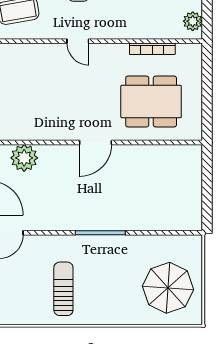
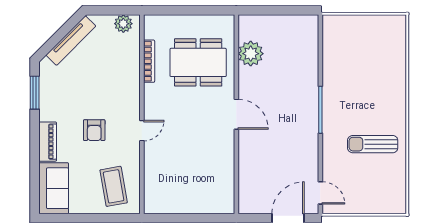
dining table: (151, 101) -> (198, 62), turned 90
plant: (24, 158) -> (251, 54), moved
parasol: (168, 288) -> (372, 47), removed

